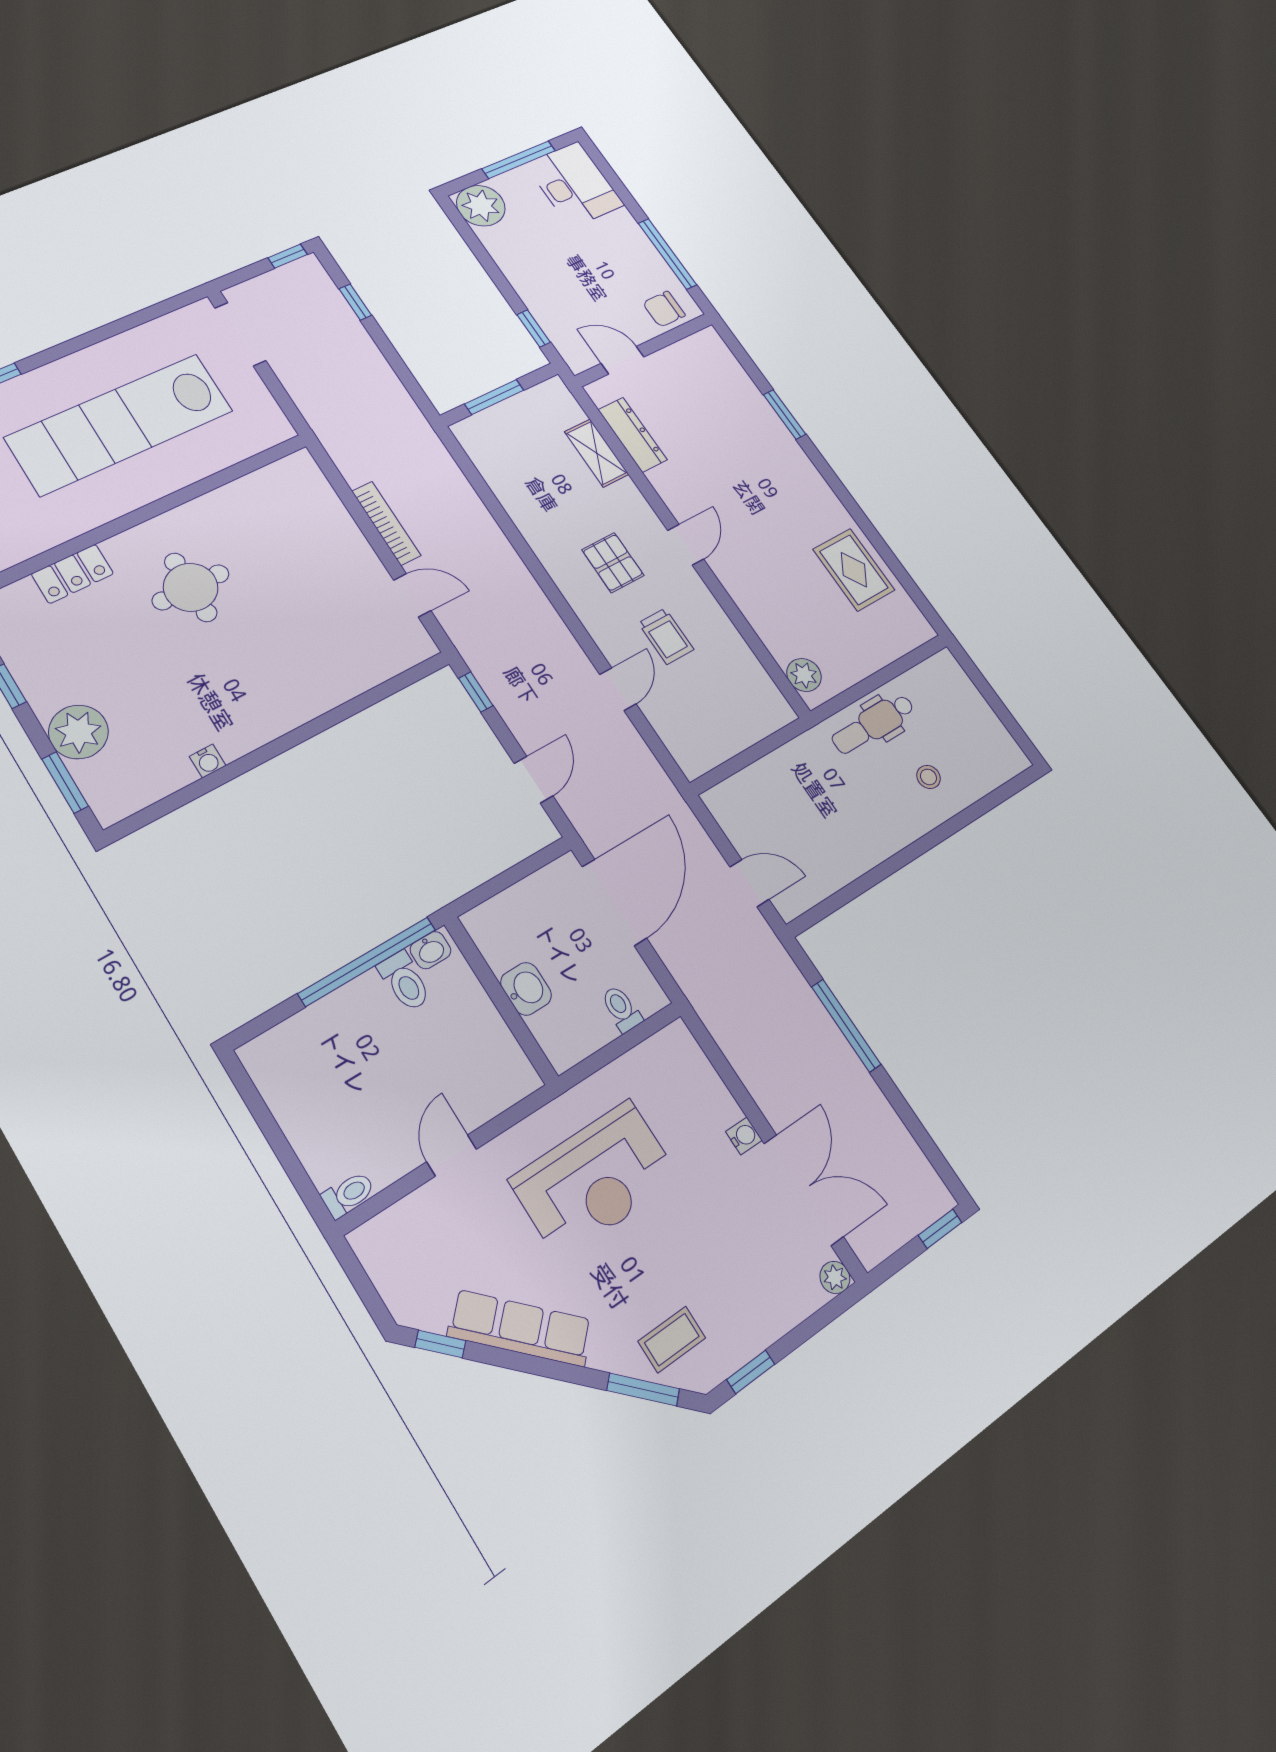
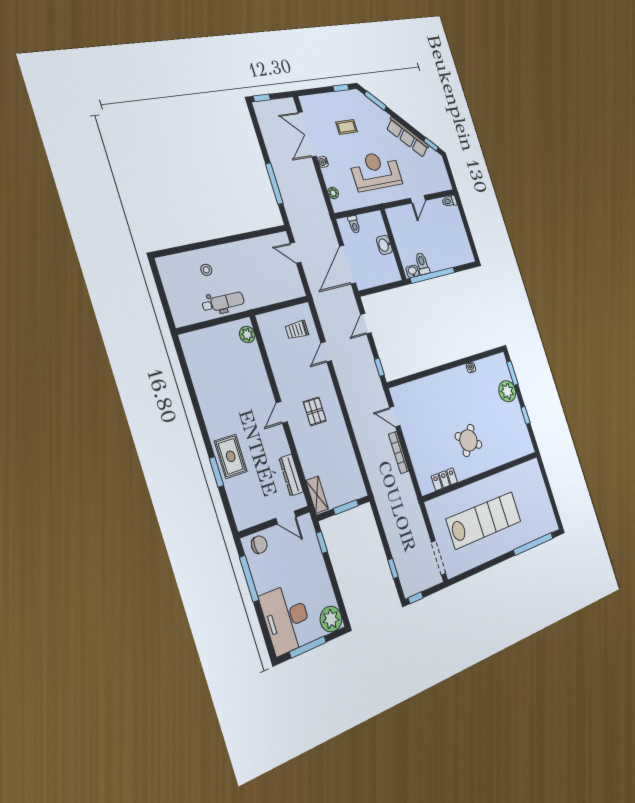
desk: (574, 184) -> (287, 619), width x1.36, depth x1.30
shelving: (597, 453) -> (317, 495), moved
rug: (854, 570) -> (231, 456), moved
locker: (73, 574) -> (444, 479), moved
round table: (191, 587) -> (468, 440), turned 34
trolley: (666, 636) -> (297, 330), moved, turned -90
plant: (835, 1277) -> (333, 193), moved
coffee table: (672, 1340) -> (347, 127), moved

